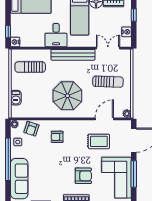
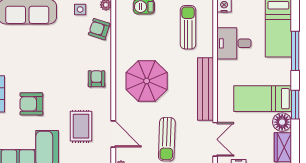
desk: (56, 35) -> (234, 43), moved
armchair: (57, 137) -> (96, 79), moved
armchair: (83, 176) -> (31, 104), turned 90

